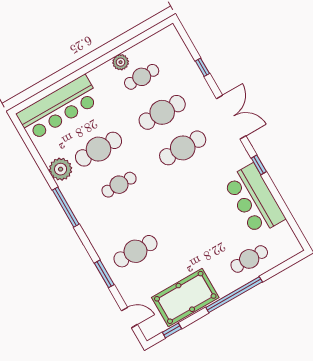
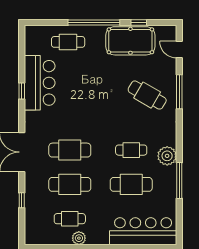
window: (259, 165) -> (22, 91), moved
plant: (61, 169) -> (167, 156), moved
window: (66, 207) -> (179, 180), moved
cafe table: (135, 251) -> (147, 95), turned 30
window: (104, 274) -> (179, 92), width x1.44
window: (172, 330) -> (139, 22), moved

